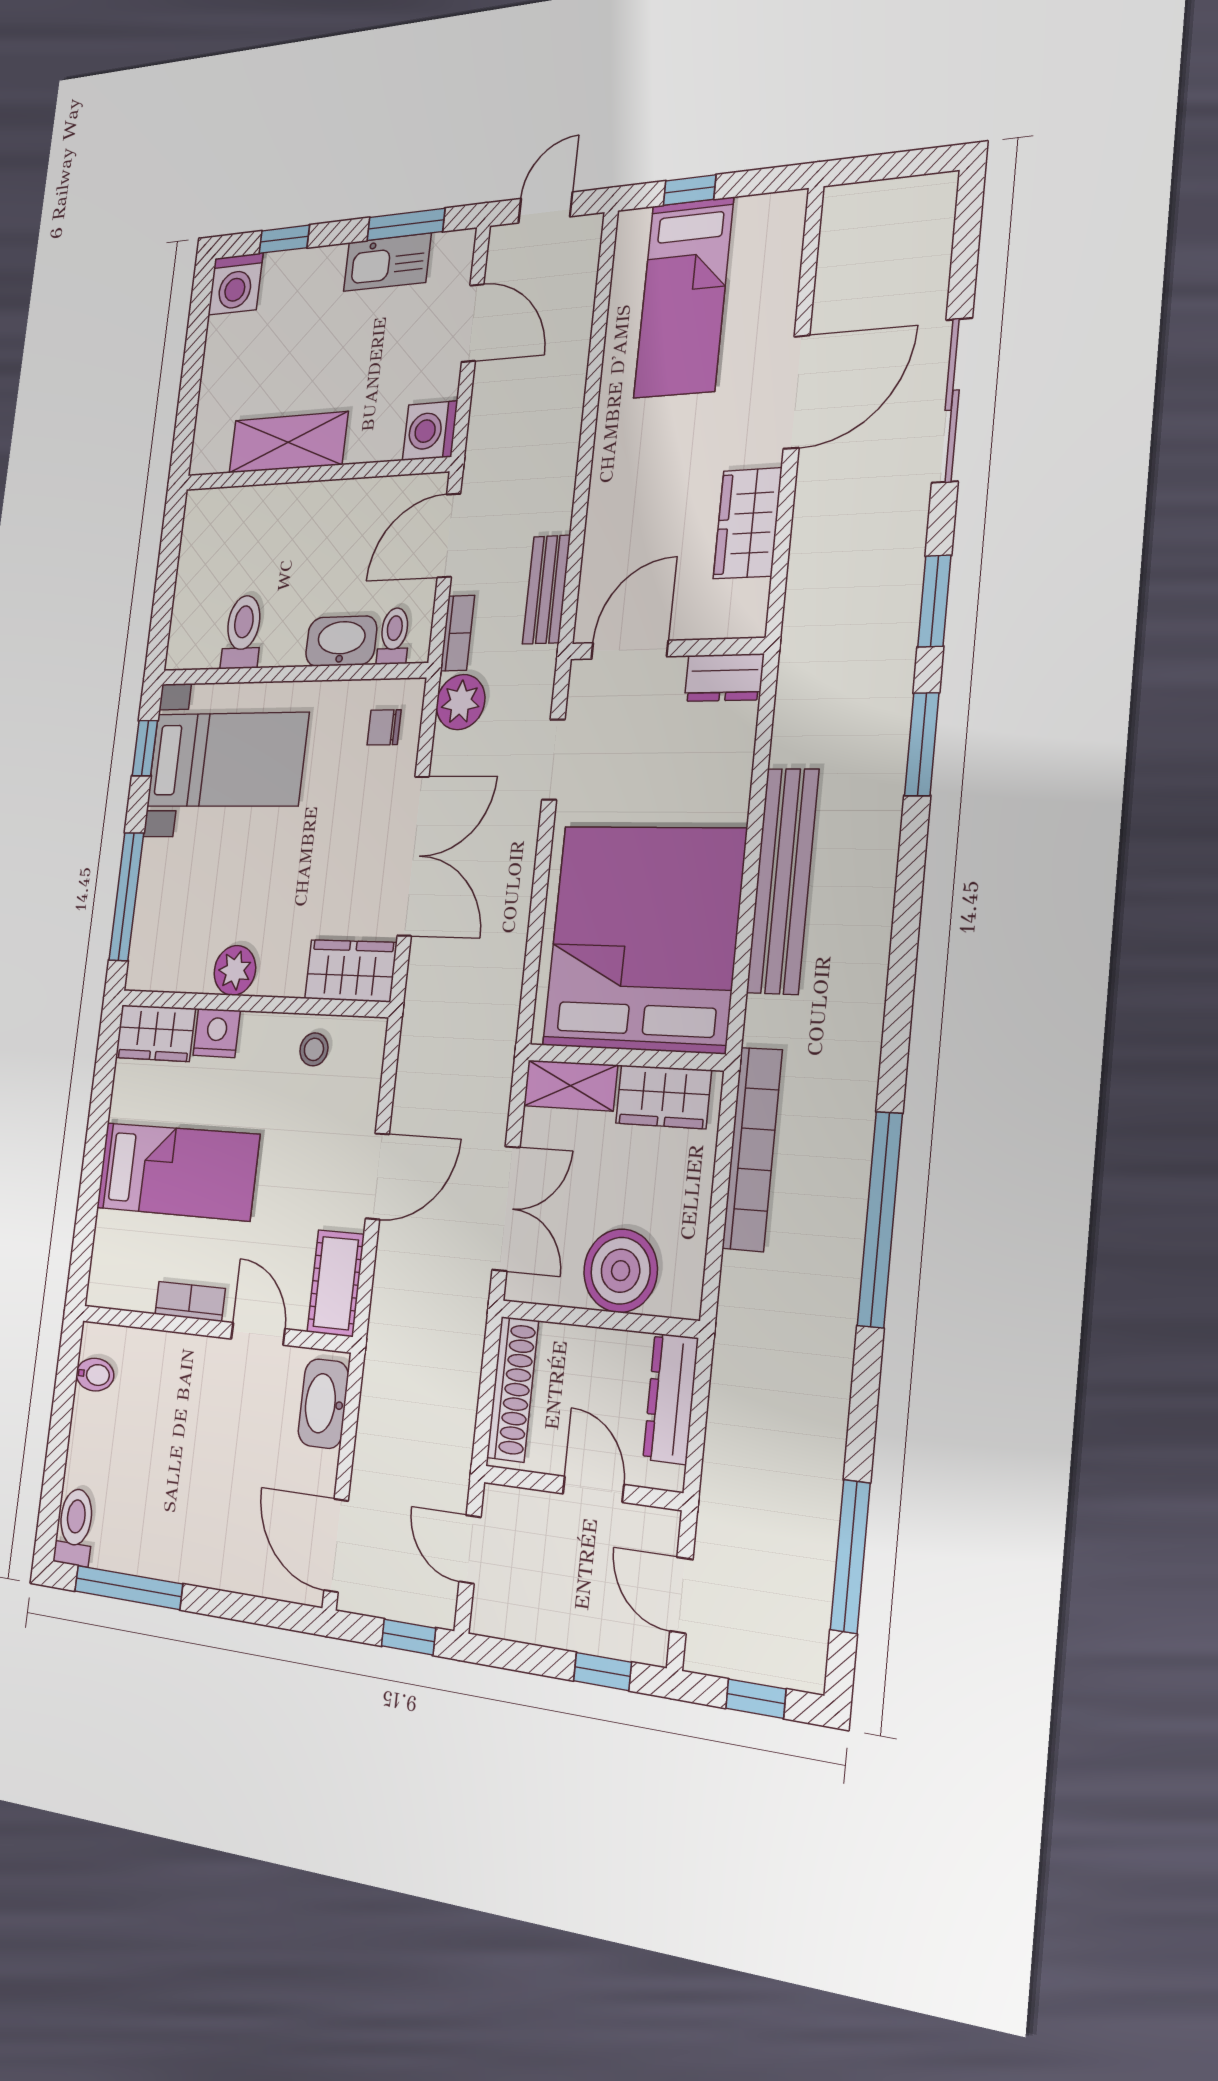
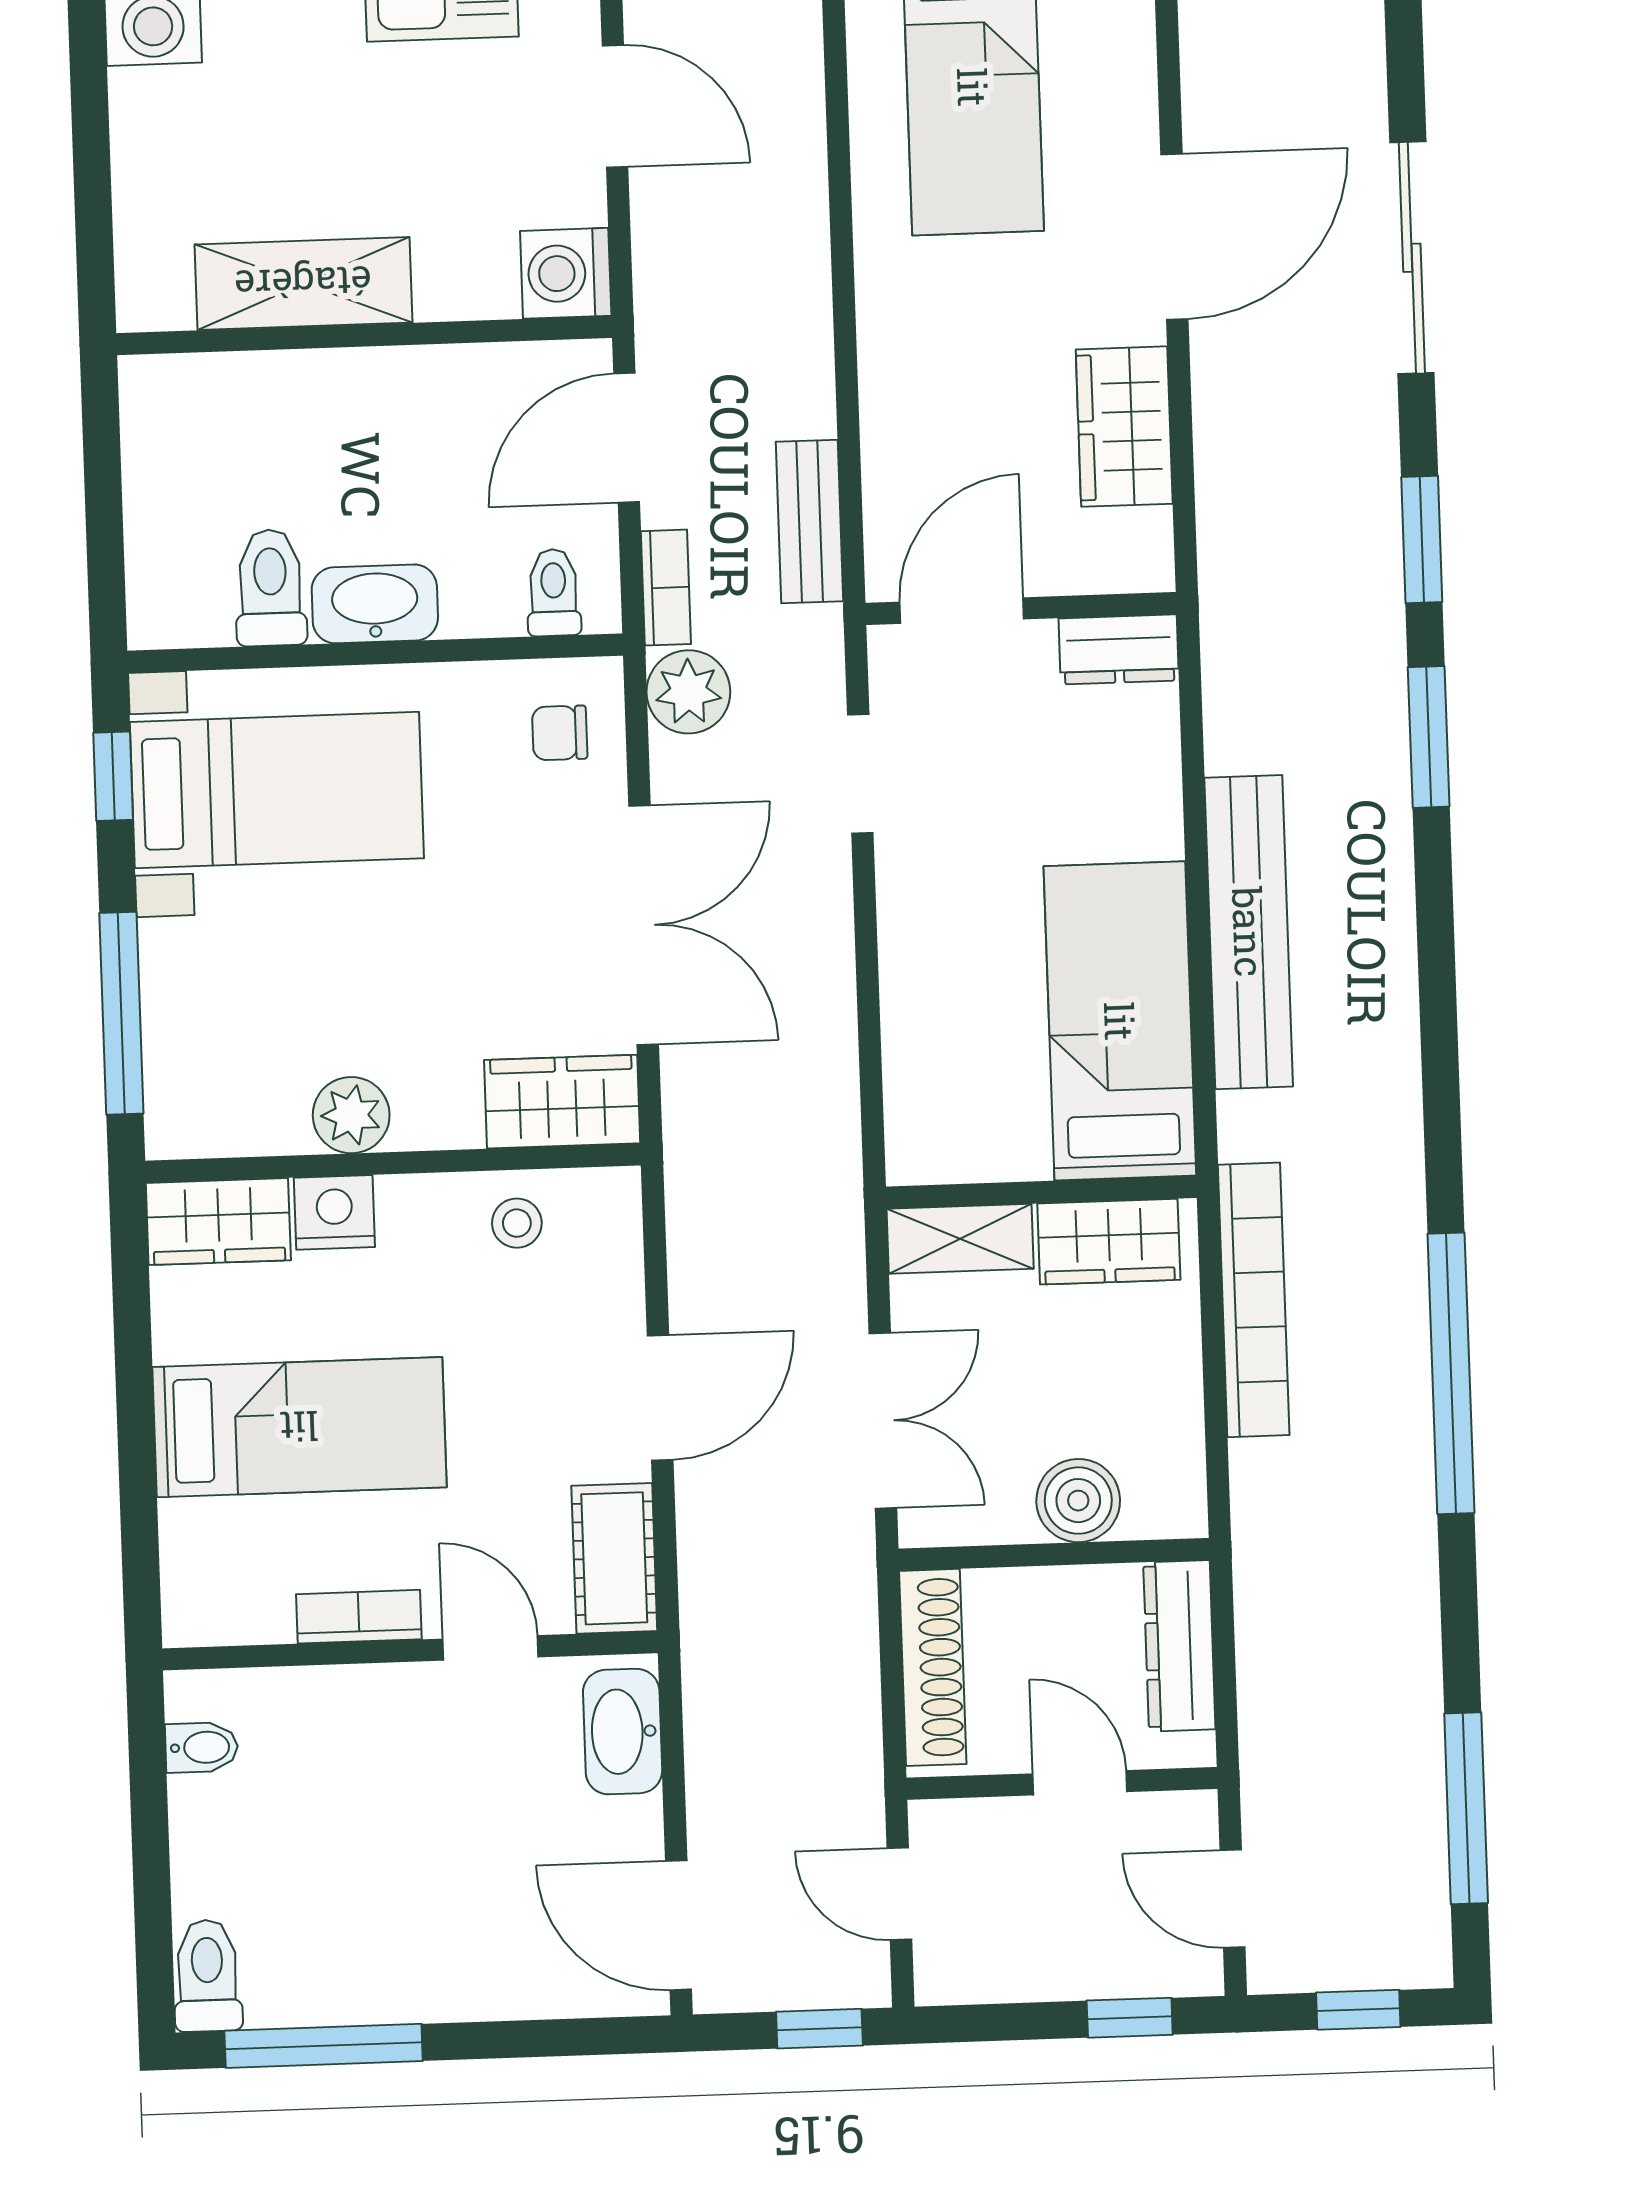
washbasin: (341, 641) -> (375, 604), moved
bed: (644, 938) -> (1120, 1021), width x0.49
boiler: (620, 1271) -> (1078, 1501), width x0.73, depth x0.73

